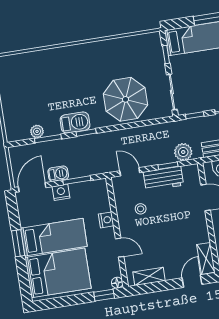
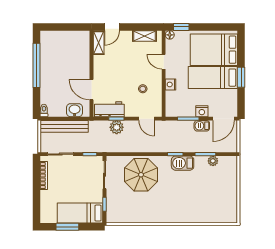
plant: (183, 152) -> (117, 127), moved
workbench: (163, 179) -> (109, 109), moved

